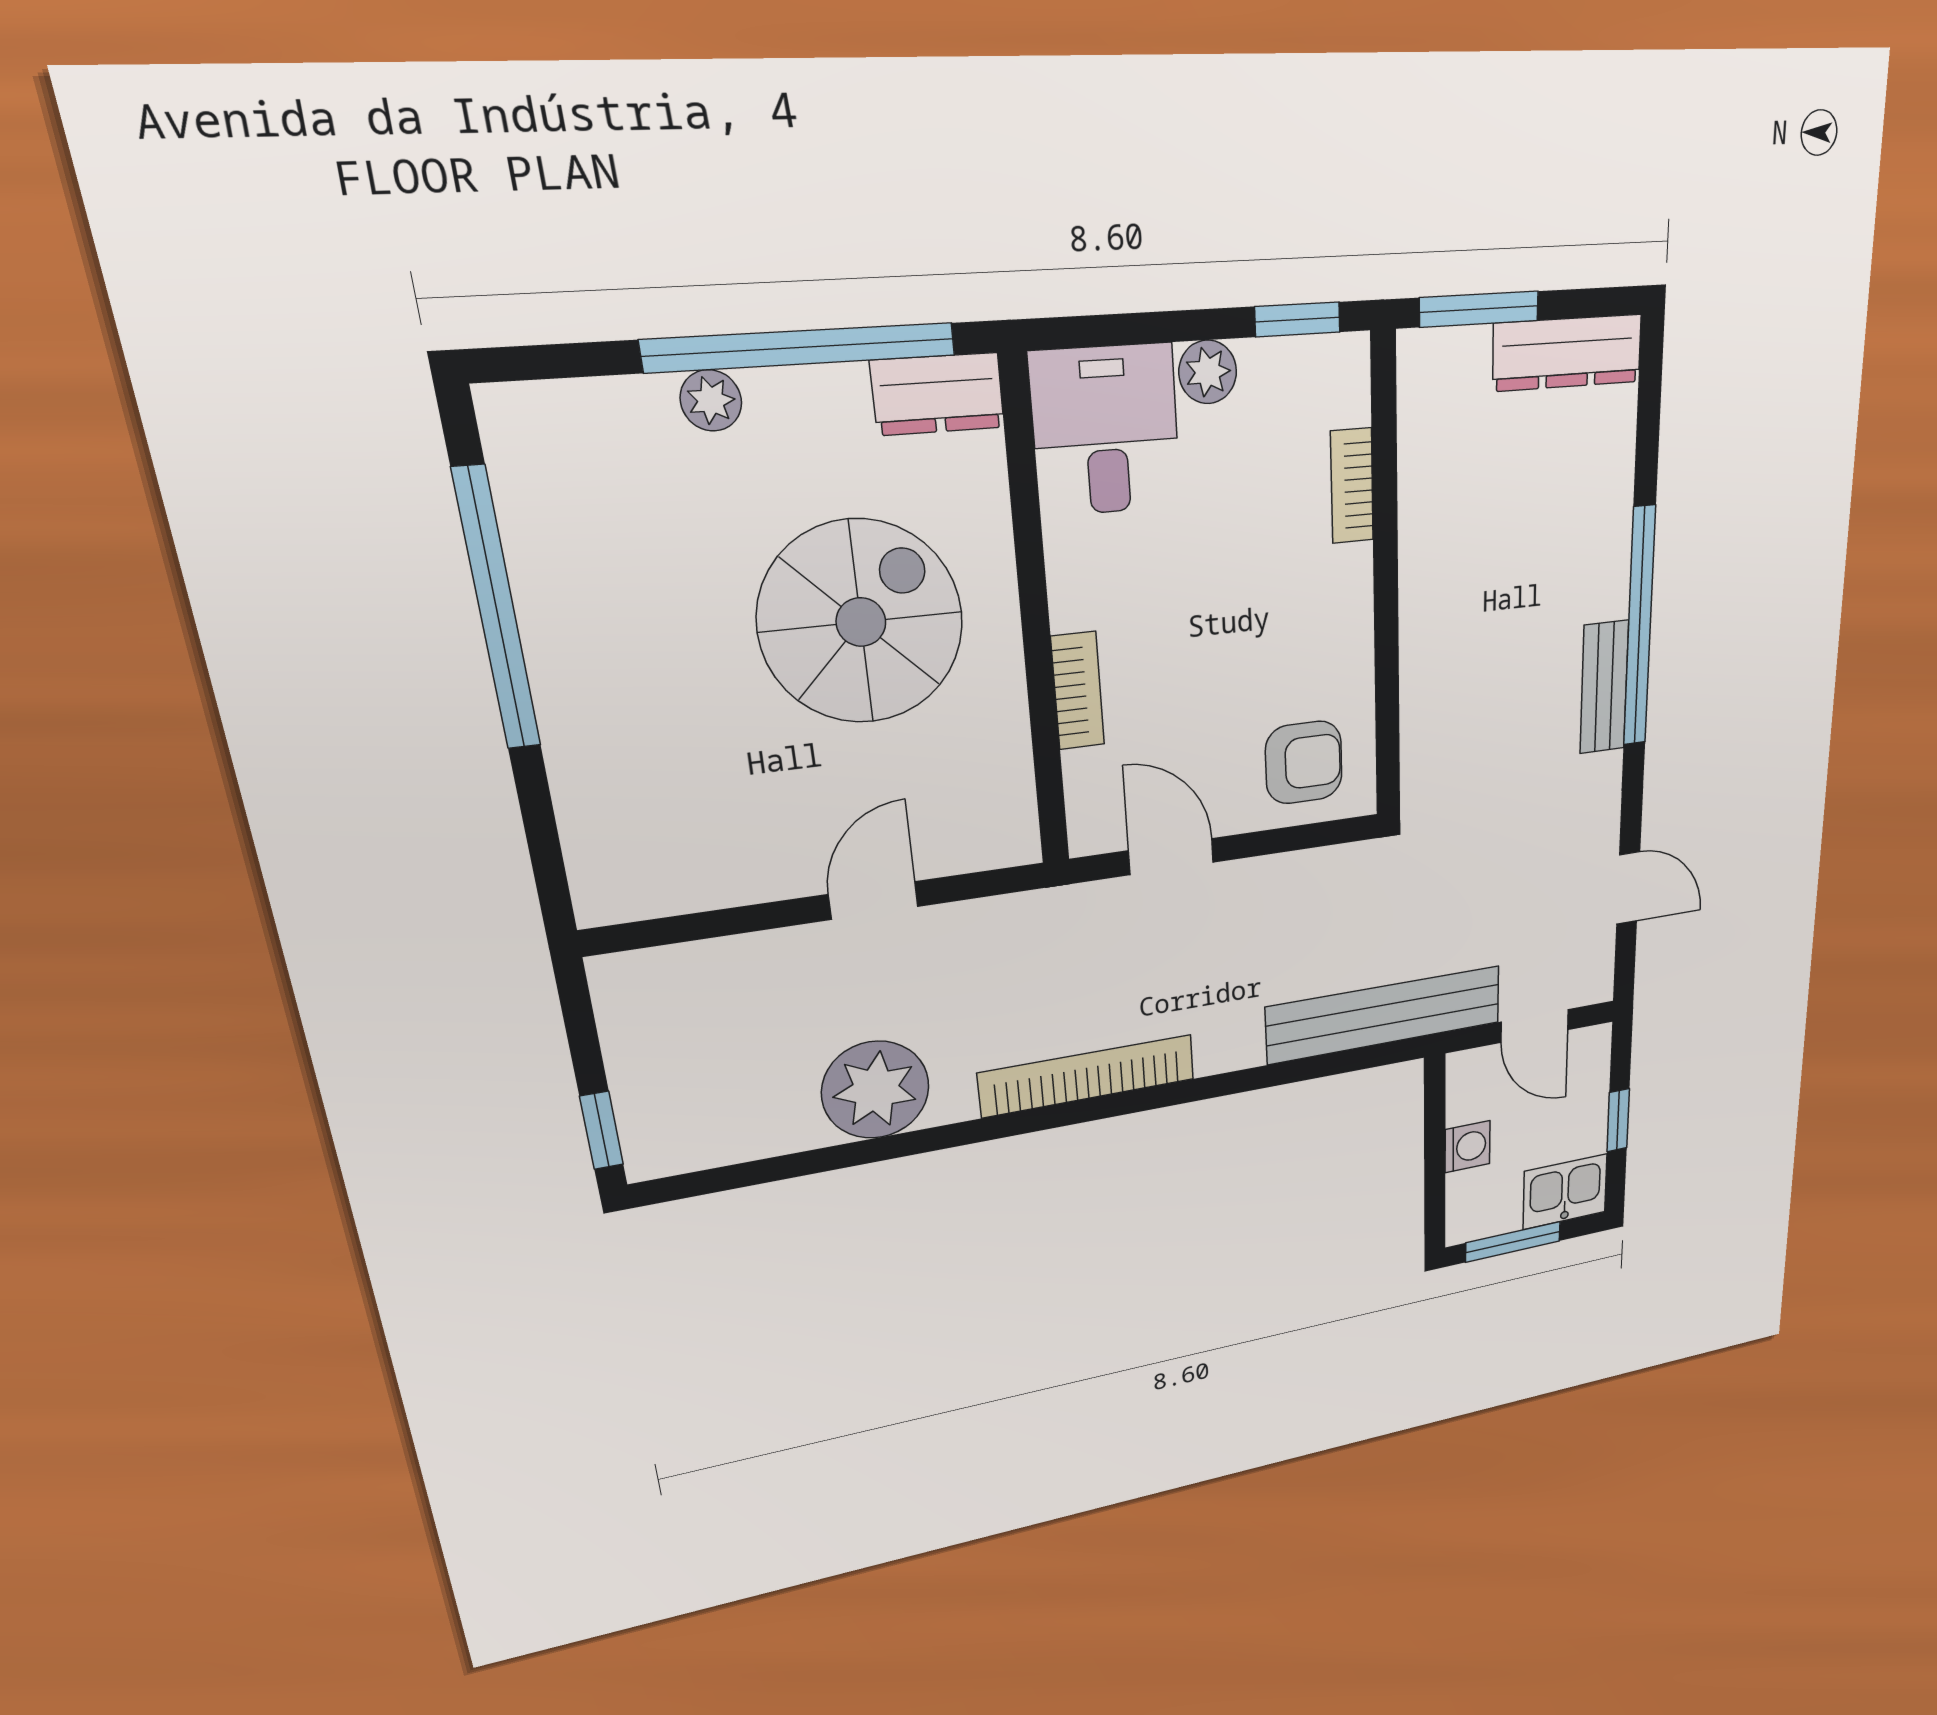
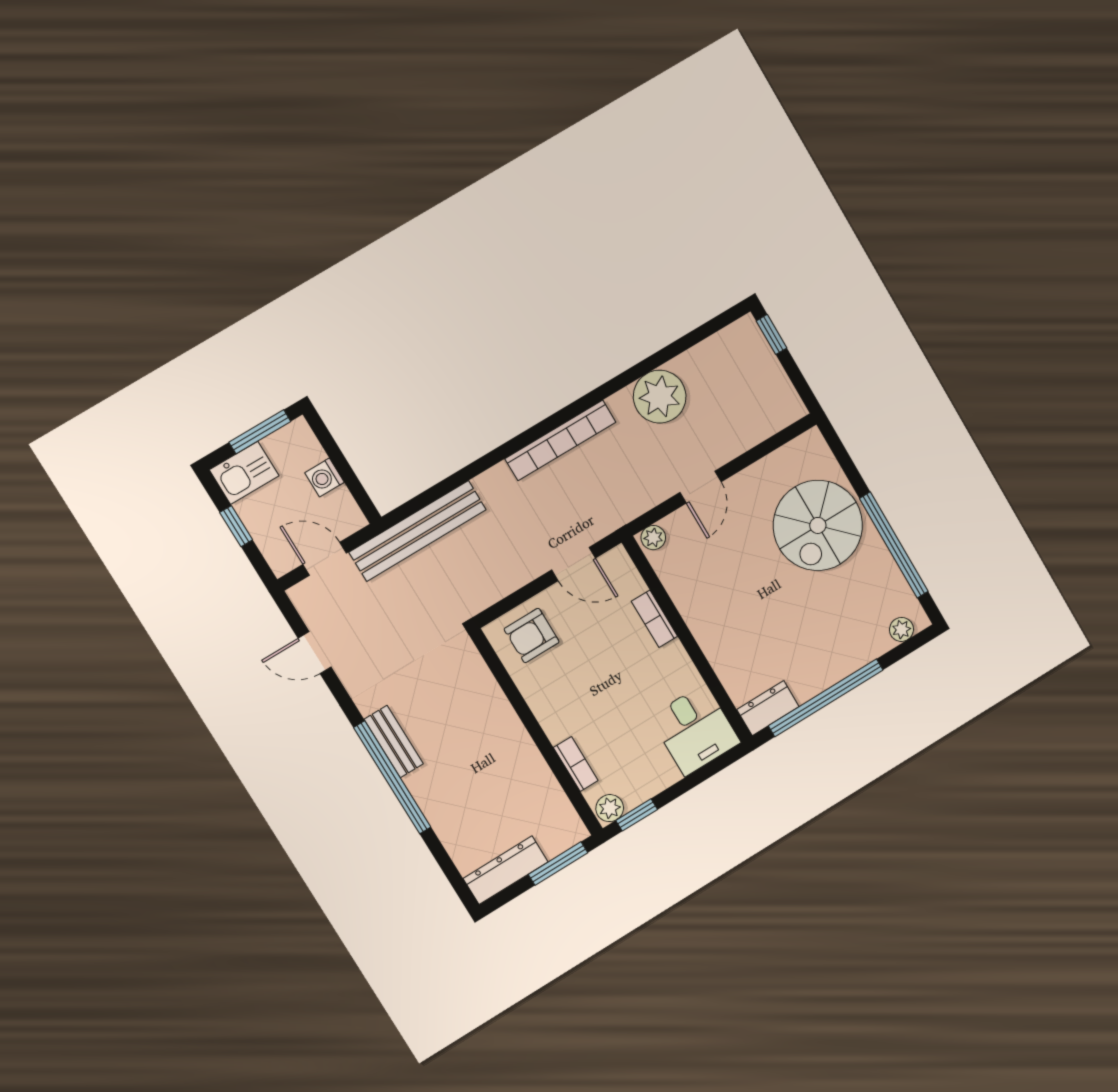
plant: (1208, 372) -> (610, 808), moved
plant: (711, 400) -> (901, 629), moved
spiral stairs: (861, 622) -> (818, 525), moved
plant: (1007, 844) -> (653, 538), added

